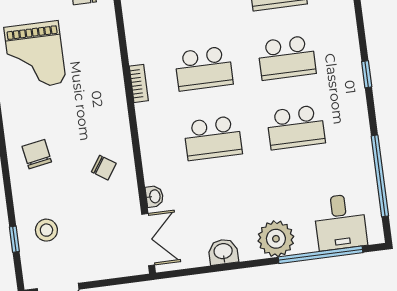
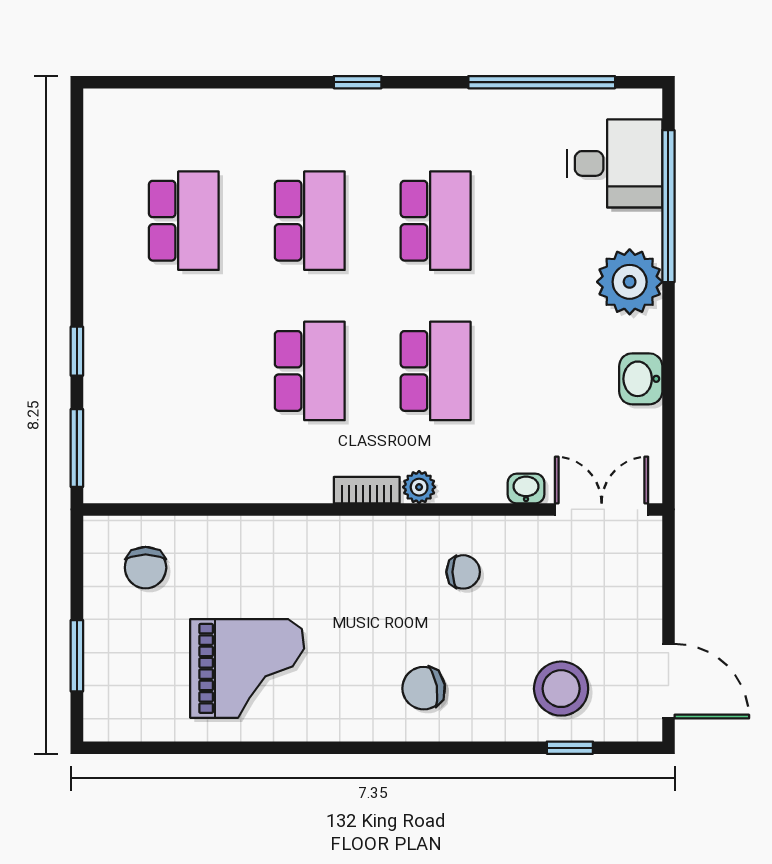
bookcase: (139, 83) -> (367, 490), moved
plant: (147, 137) -> (419, 487), added
chair: (104, 168) -> (463, 572), turned 56
stool: (46, 230) -> (561, 689), width x1.38, depth x1.38

